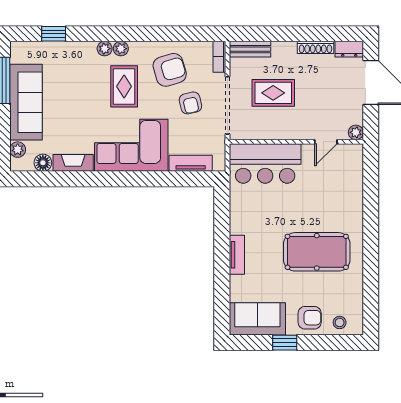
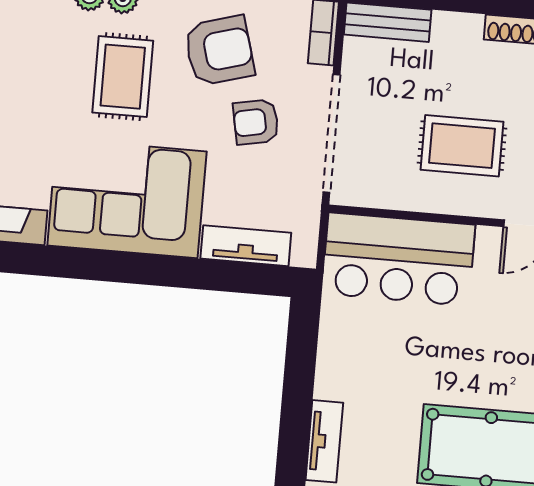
rug: (273, 93) -> (462, 146), moved
armchair: (190, 103) -> (256, 122), turned 92

